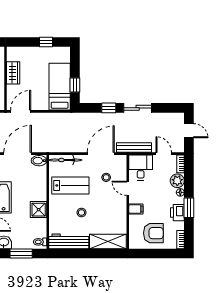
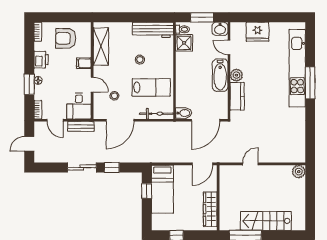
wardrobe: (13, 73) -> (210, 209), width x1.50
door: (189, 131) -> (29, 144), hinge flipped
bench: (134, 148) -> (81, 126), width x0.73
plant: (177, 181) -> (41, 92), removed
lab bench: (70, 185) -> (151, 87), turned 180
window: (189, 208) -> (29, 84), moved
shower: (39, 210) -> (184, 43), moved
shelving: (108, 242) -> (101, 46), moved, turned 90

